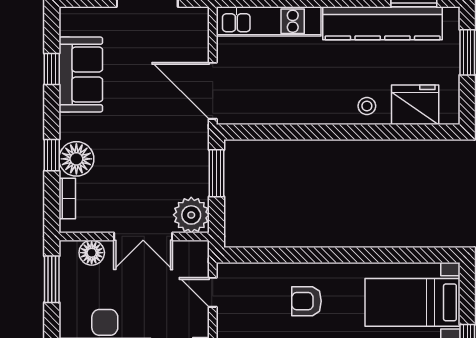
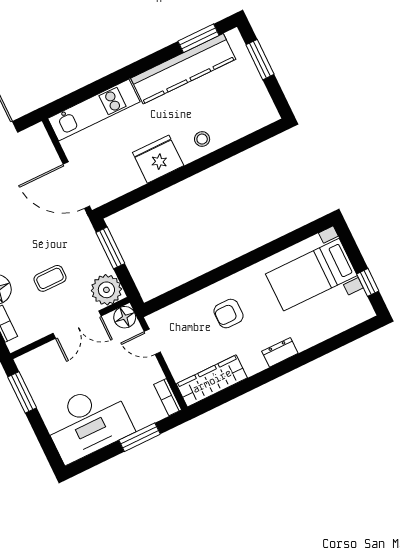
fridge: (415, 105) -> (158, 159), moved
coffee table: (138, 175) -> (50, 278), added
floor lamp: (92, 253) -> (125, 317), moved

